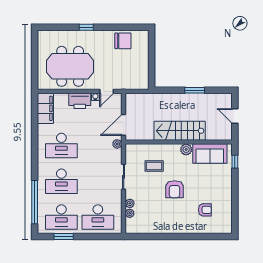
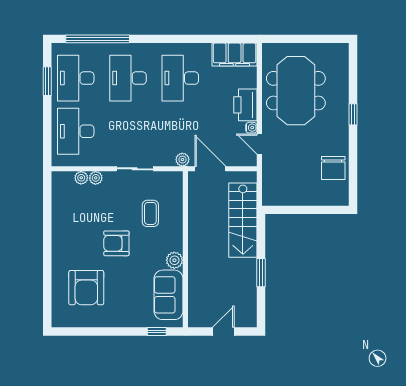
stairs: (180, 131) -> (243, 220), moved, turned 180
armchair: (205, 210) -> (86, 288), width x1.88, depth x1.88

